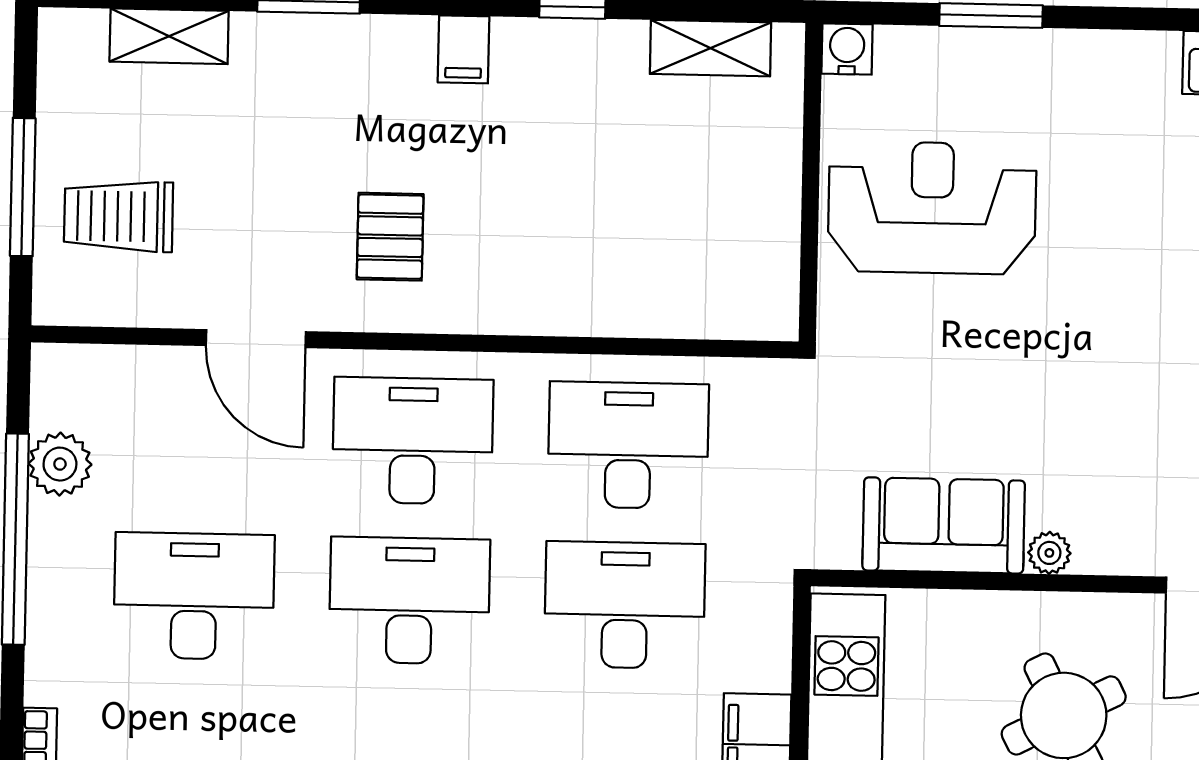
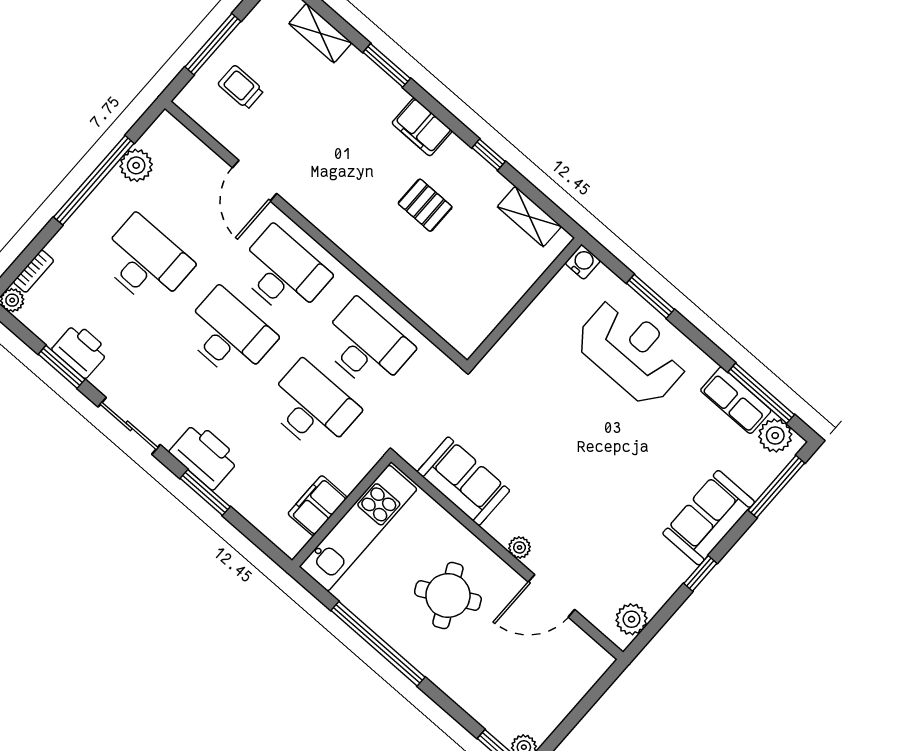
filing cabinet: (464, 49) -> (422, 127), width x2.00
reception desk: (932, 208) -> (632, 351), moved
trolley: (118, 216) -> (241, 87), width x0.73, depth x0.72
pallet: (390, 237) -> (425, 205), moved, turned 90
plant: (1049, 553) -> (520, 547), moved

